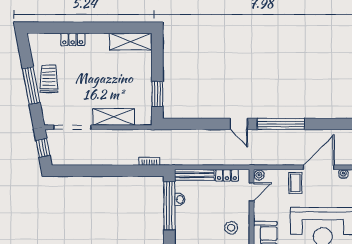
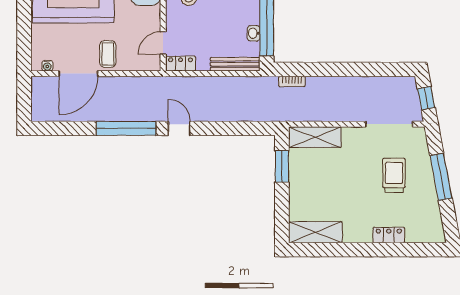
trolley: (49, 79) -> (394, 175), moved, turned 180
shelving: (114, 117) -> (315, 137), moved
locker: (227, 175) -> (181, 64), moved
plant: (259, 175) -> (154, 64), removed

